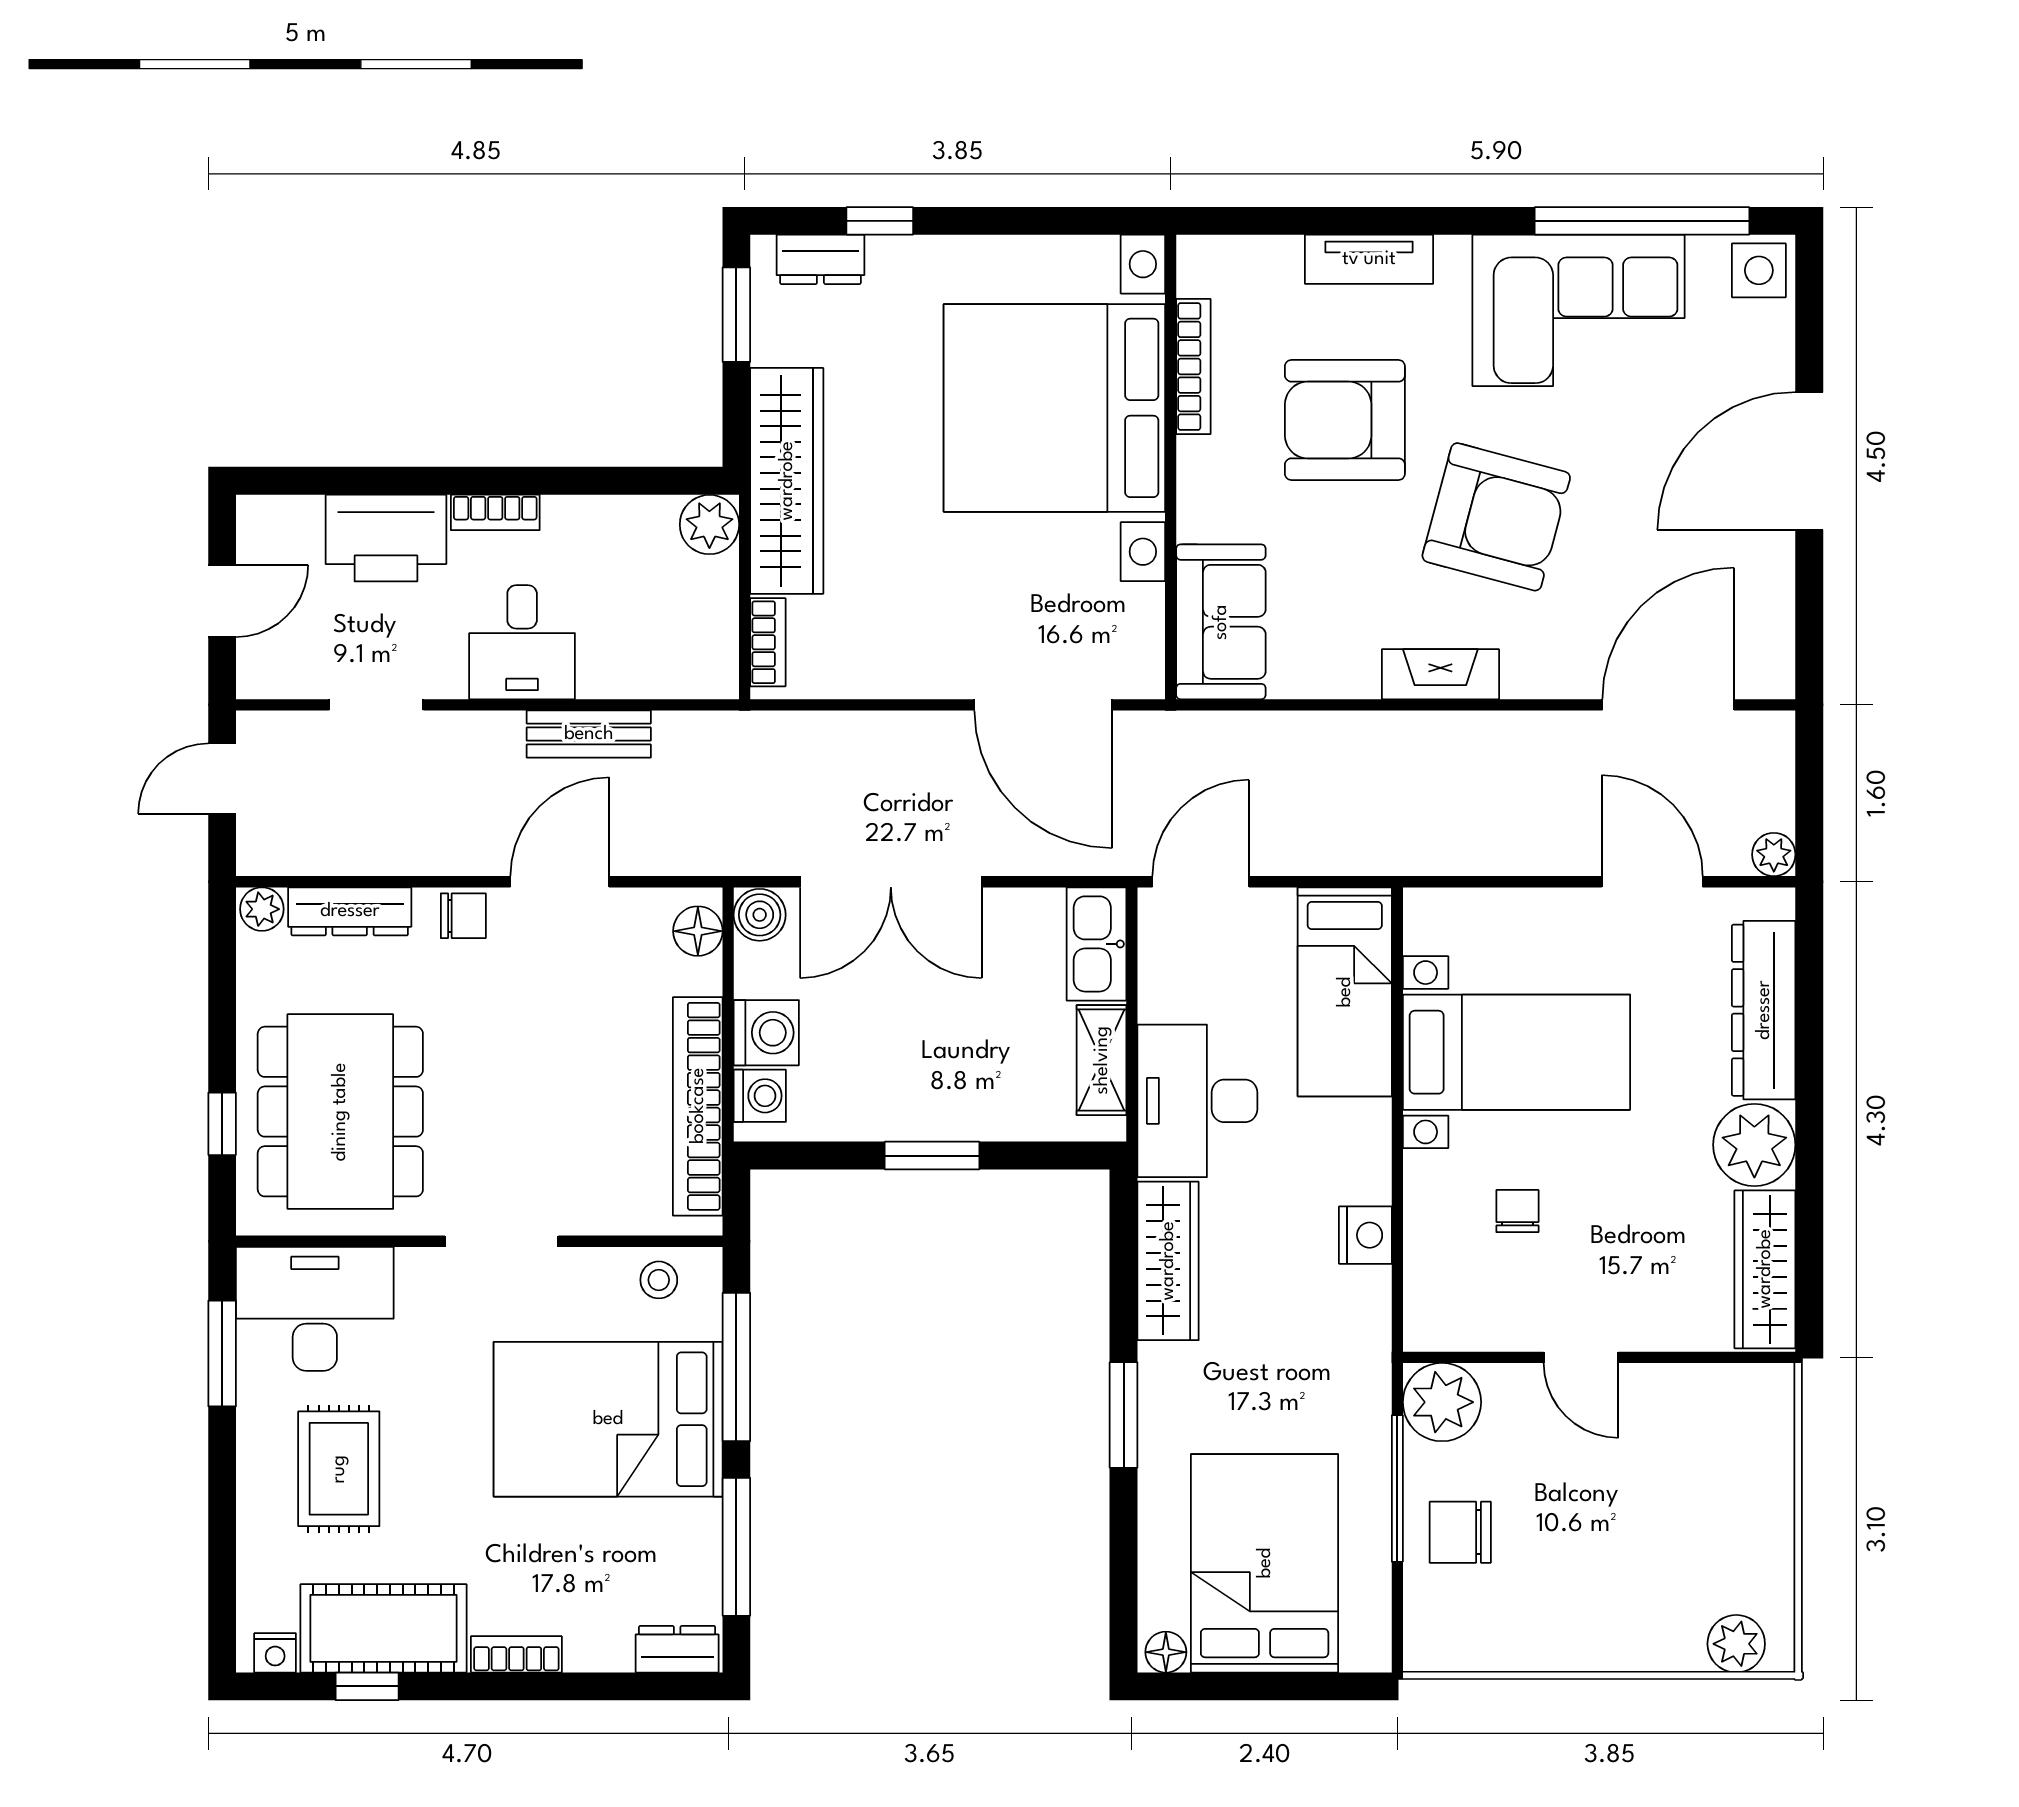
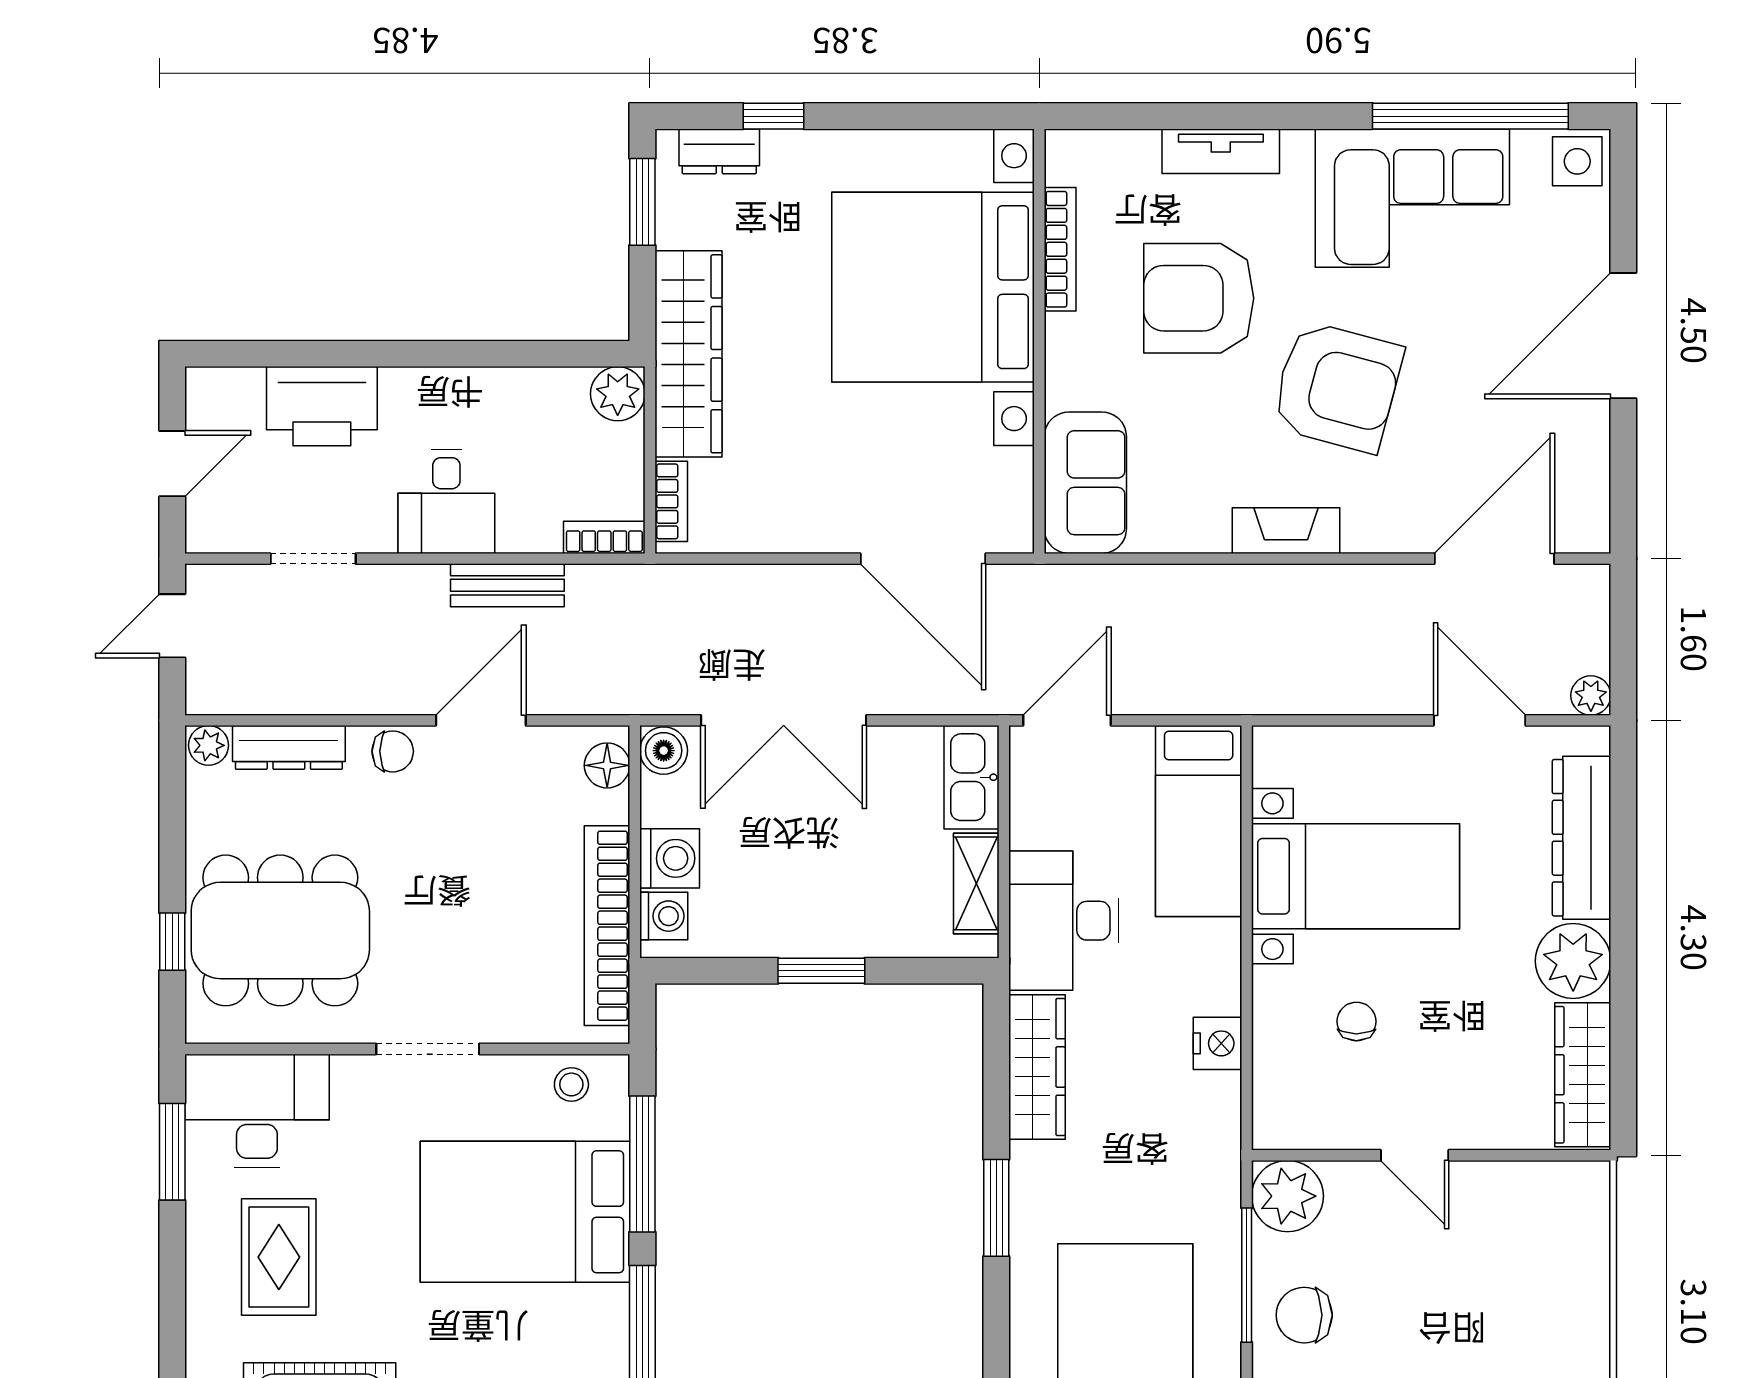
bookcase: (495, 512) -> (604, 537), moved, turned 180
dining table: (340, 1112) -> (280, 930), turned 90

